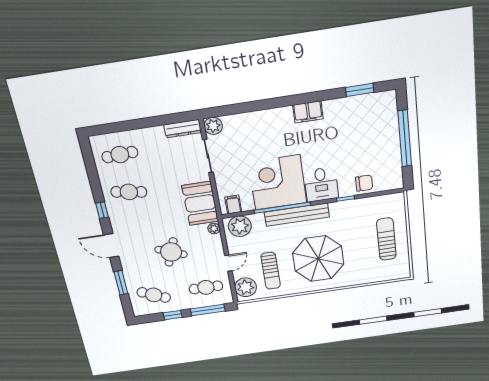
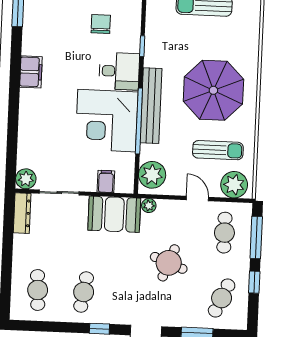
chair: (364, 183) -> (101, 24), moved
filing cabinet: (233, 205) -> (106, 181), moved, turned 90

